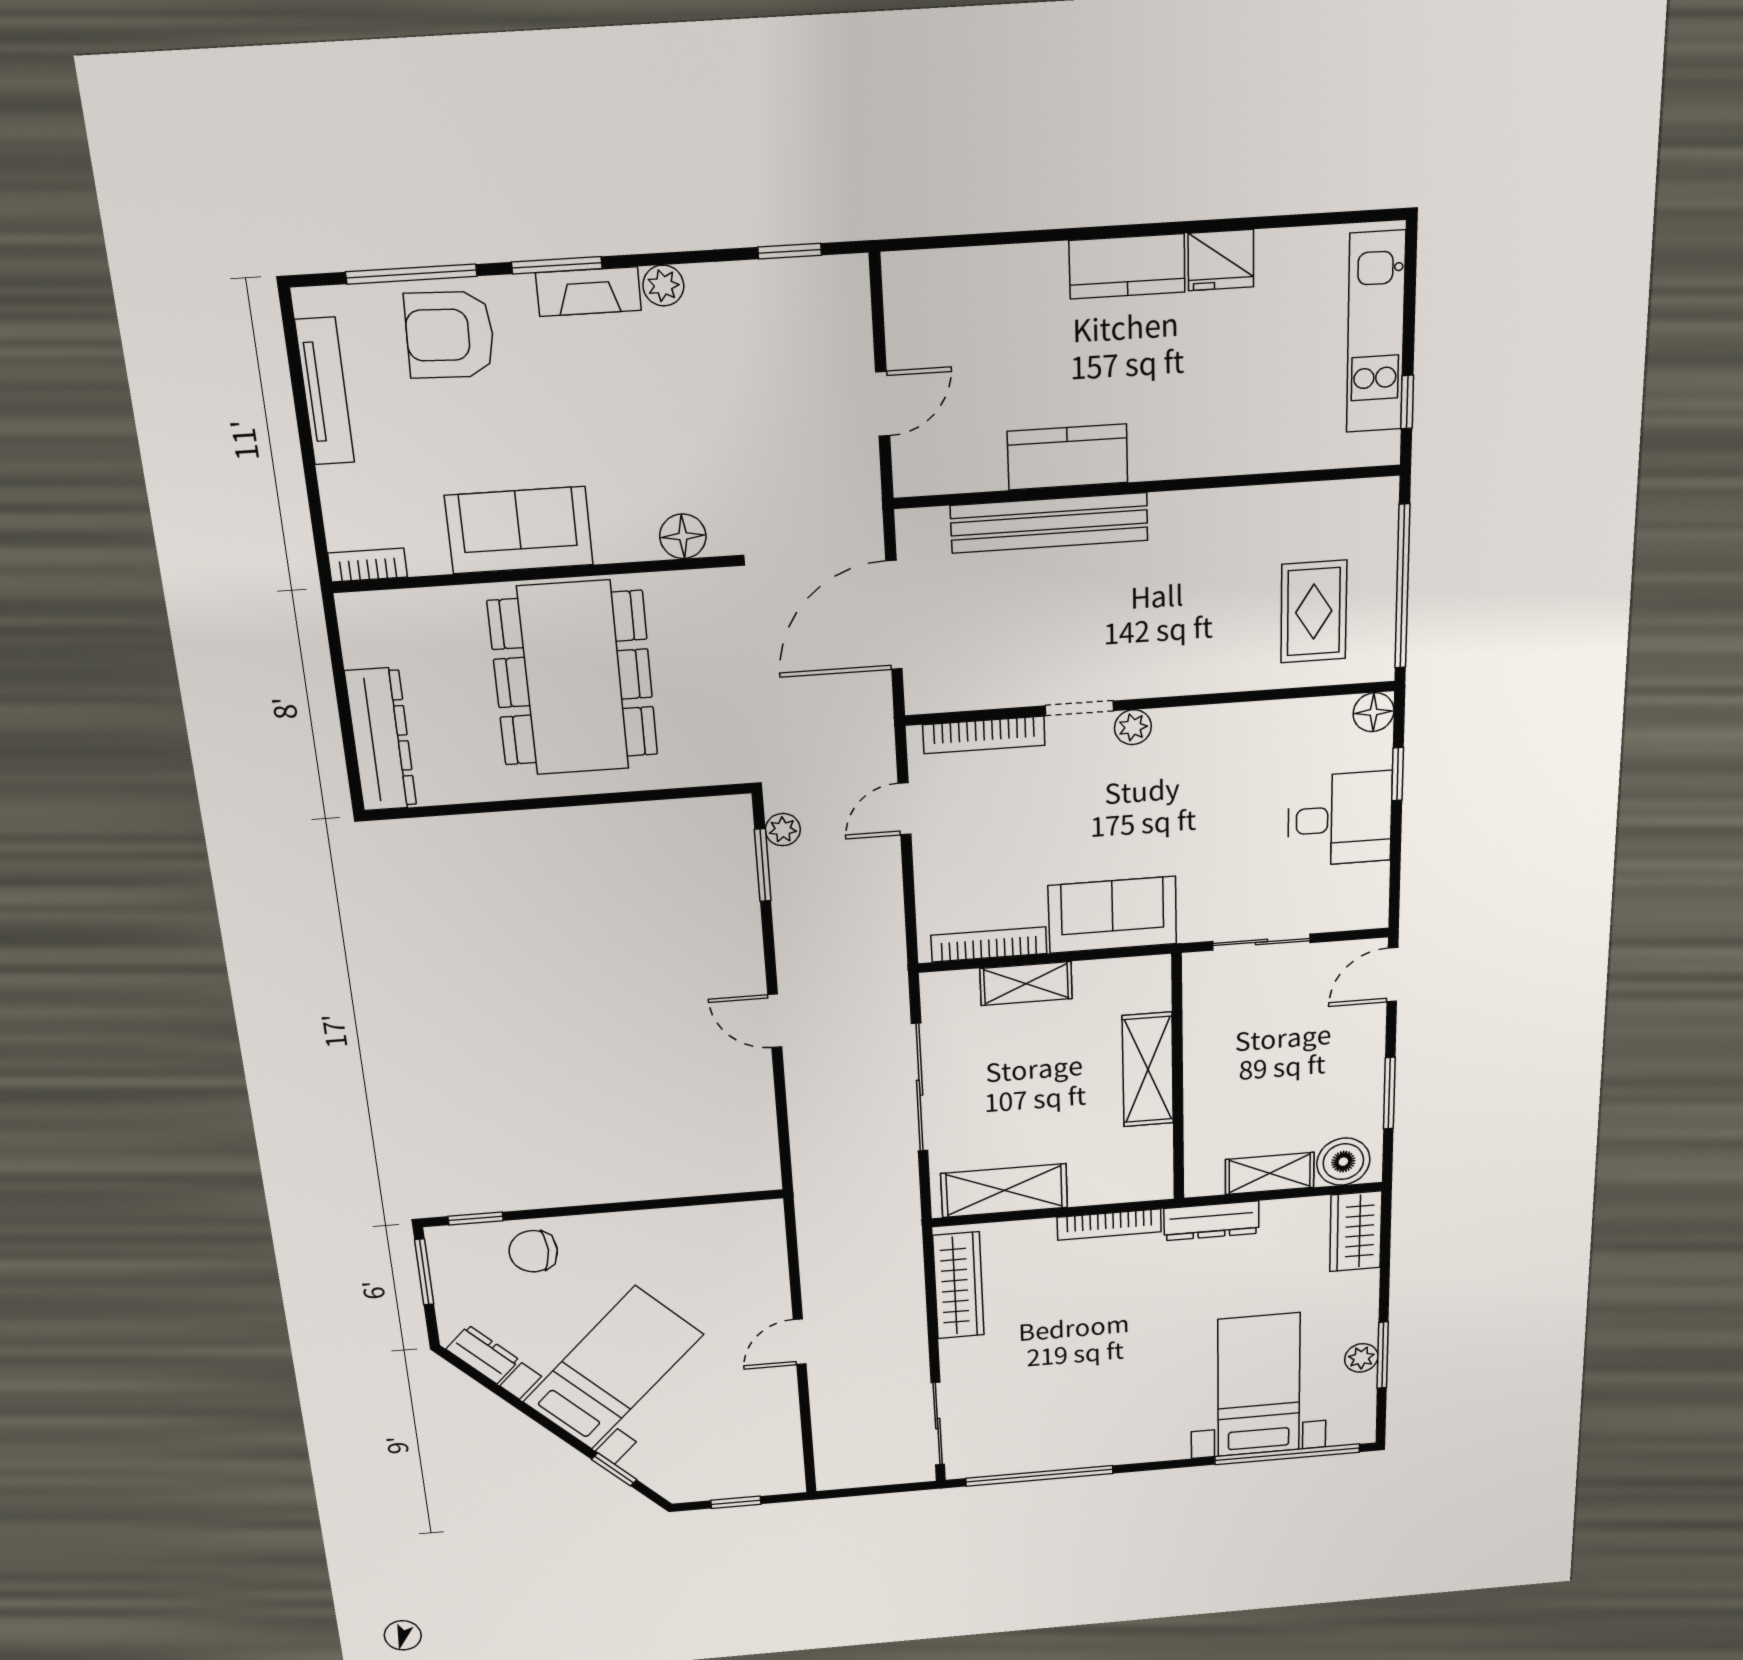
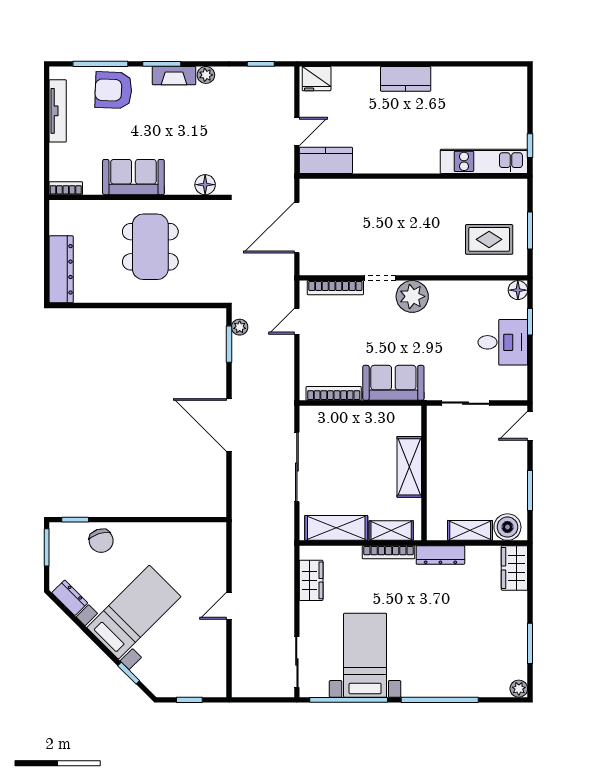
fridge: (1221, 260) -> (317, 79), moved
kitchen unit: (1376, 332) -> (484, 161), moved, turned 90
kitchen counter: (1068, 457) -> (326, 160), moved
bench: (1049, 523) -> (369, 190), removed
window: (1402, 587) -> (530, 230), width x0.47
rug: (1314, 612) -> (489, 239), turned 90
dining table: (573, 678) -> (150, 247), width x0.73, depth x0.80
plant: (1133, 727) -> (412, 296), width x1.88, depth x1.88
shelving: (1026, 984) -> (391, 531), moved
door: (775, 1021) -> (229, 425), width x1.88
chair: (533, 1251) -> (101, 541), turned -108
wardrobe: (958, 1285) -> (311, 580), width x0.67
plant: (1361, 1358) -> (519, 689), moved
bed with nightstands: (1259, 1385) -> (365, 655), moved
window: (1287, 1454) -> (440, 700), moved

